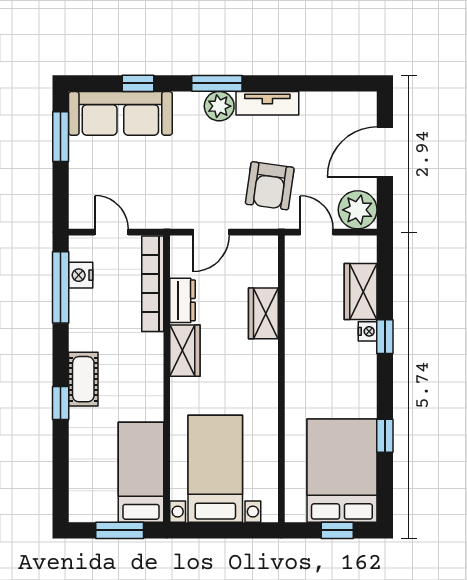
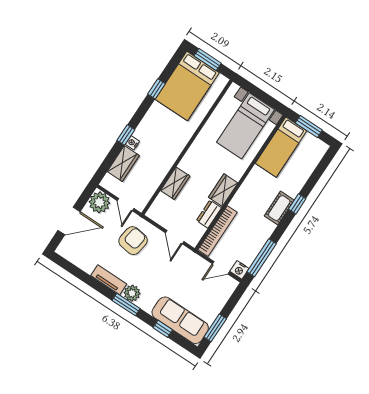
door: (112, 232) -> (221, 268), hinge flipped
door: (211, 232) -> (175, 237), swing flipped
nightstand: (81, 275) -> (239, 270), moved, turned 90
window: (337, 530) -> (208, 60), width x1.50

